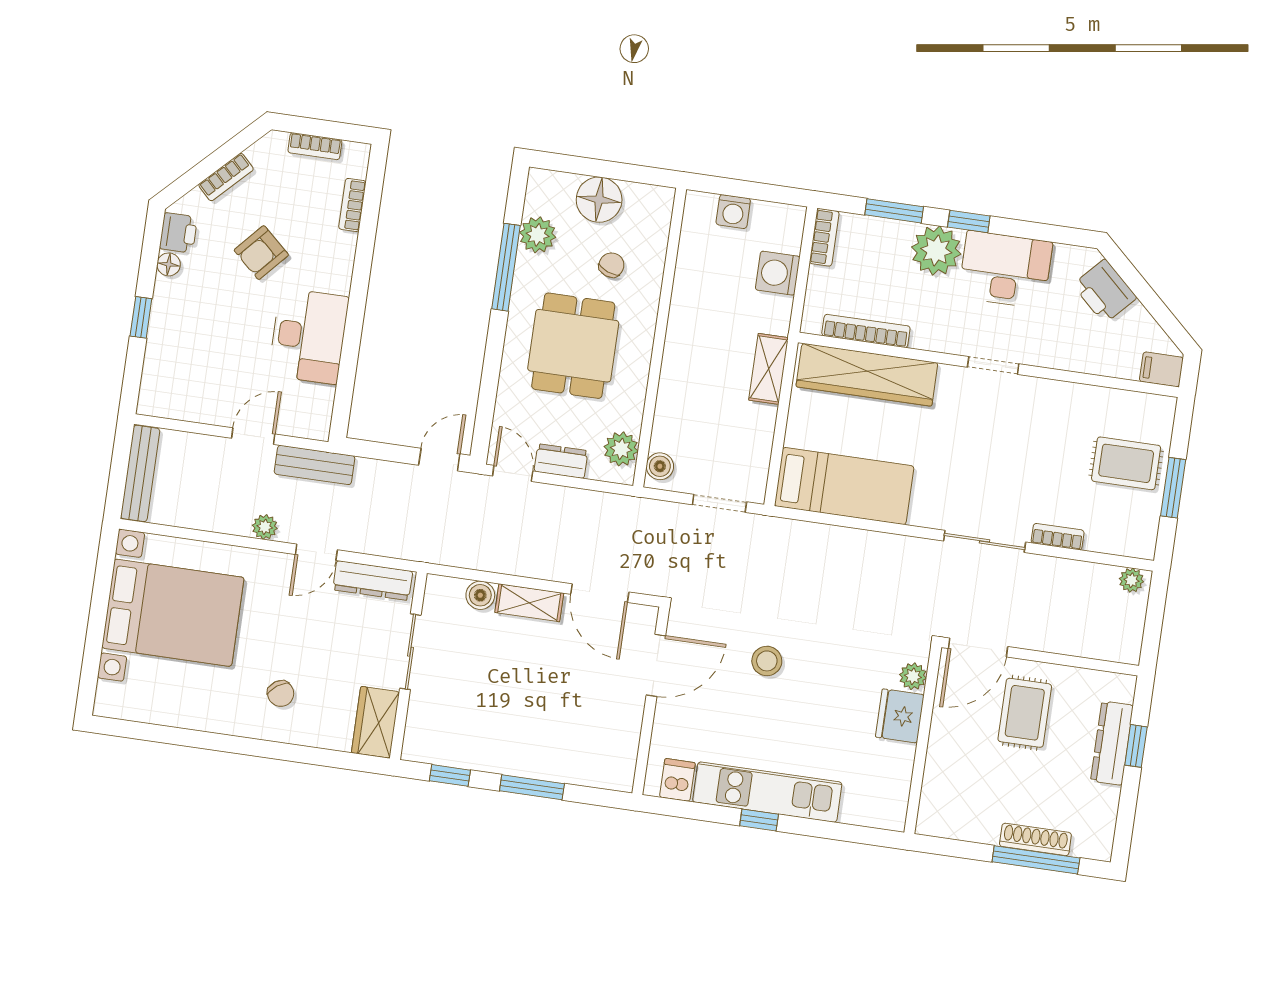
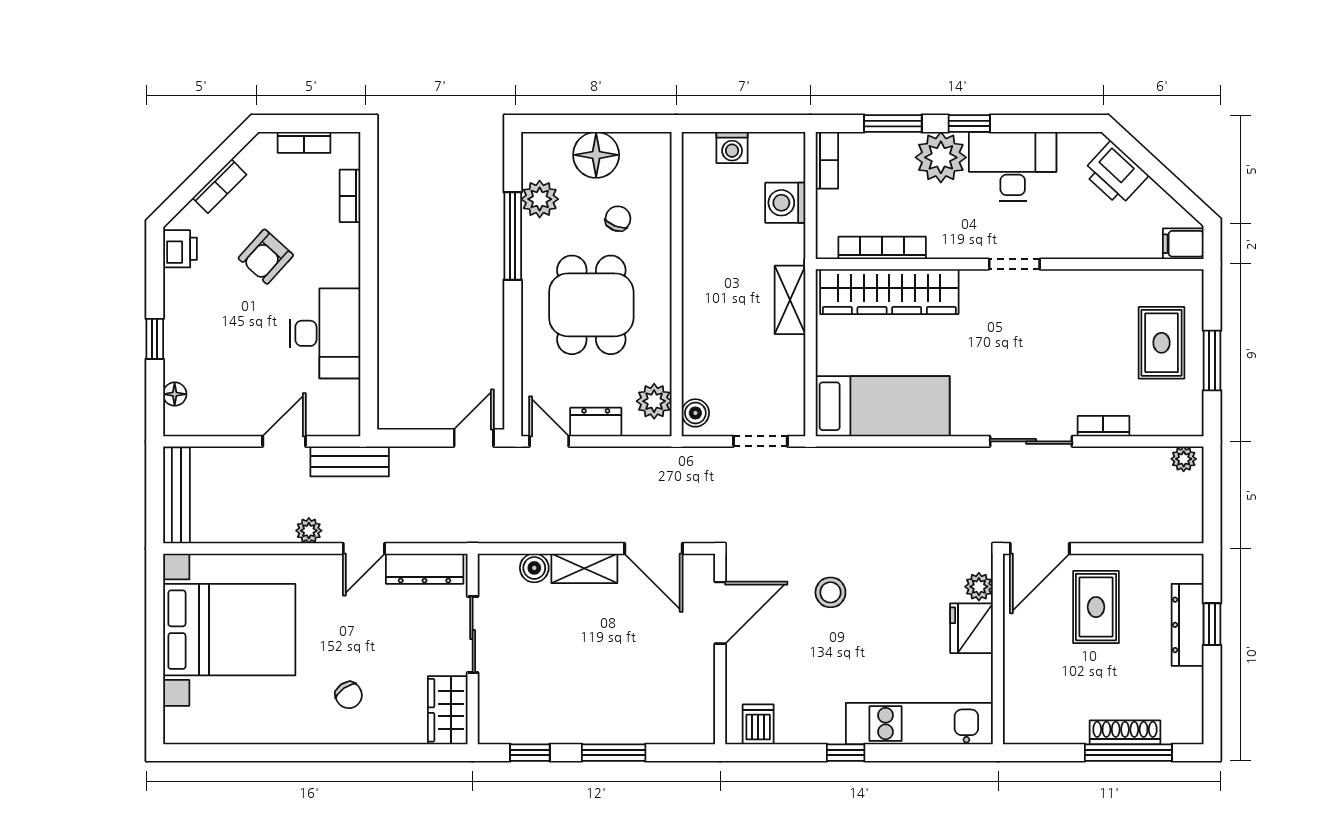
floor lamp: (169, 264) -> (175, 394), moved
rug: (1126, 463) -> (1161, 343), turned 90
kitchen unit: (767, 792) -> (919, 724), moved

